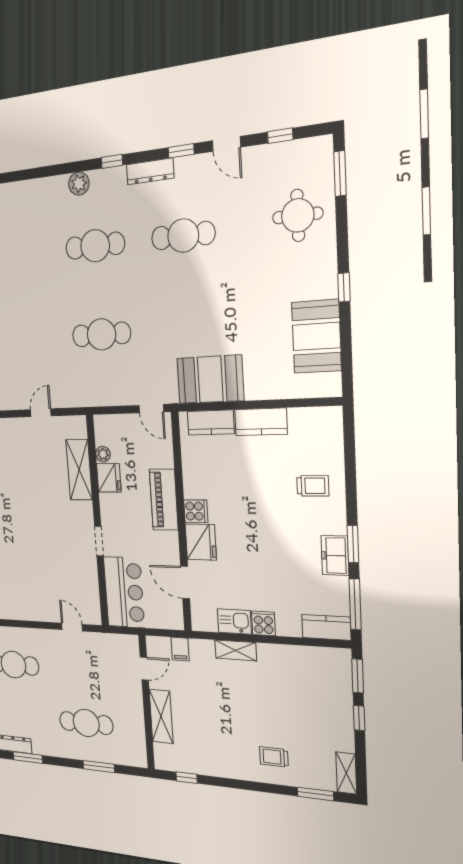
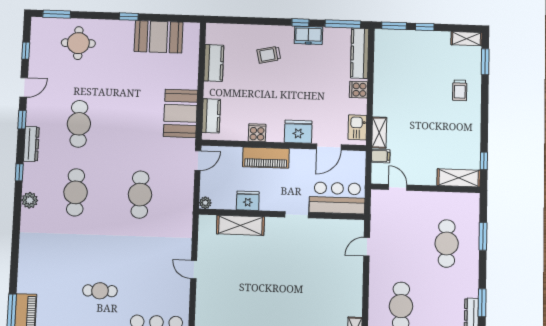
door: (41, 413) -> (194, 270), moved
kitchen counter: (261, 422) -> (214, 63), moved
plant: (103, 454) -> (205, 203), moved
trolley: (313, 486) -> (269, 55), moved, turned -102
cooker: (196, 511) -> (257, 133), moved
window: (353, 544) -> (300, 23), width x0.67
kitchen sink: (234, 622) -> (357, 127), moved
kitchen counter: (326, 627) -> (360, 53), width x1.50
shelving: (236, 650) -> (379, 133), moved
shelving: (161, 716) -> (459, 178), moved

